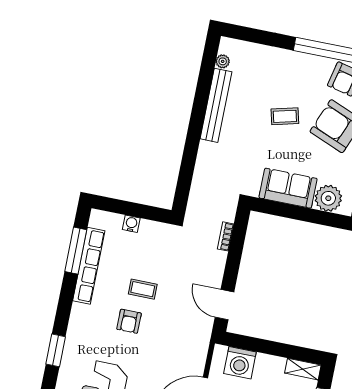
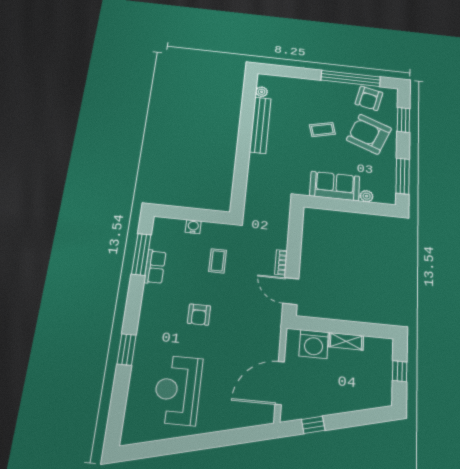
plant: (328, 198) -> (367, 196), width x0.53, depth x0.53
bookcase: (226, 236) -> (281, 262), moved
row of seats: (89, 266) -> (155, 267), width x0.50
coffee table: (143, 289) -> (218, 261), moved, turned 90
shelving: (303, 369) -> (346, 341), moved

